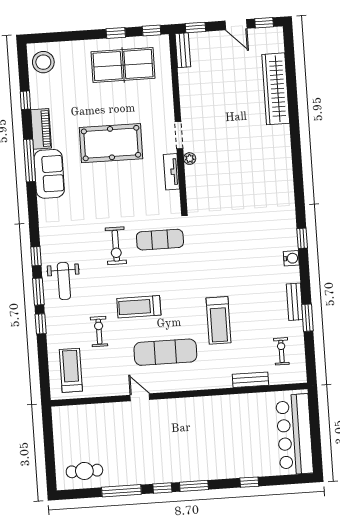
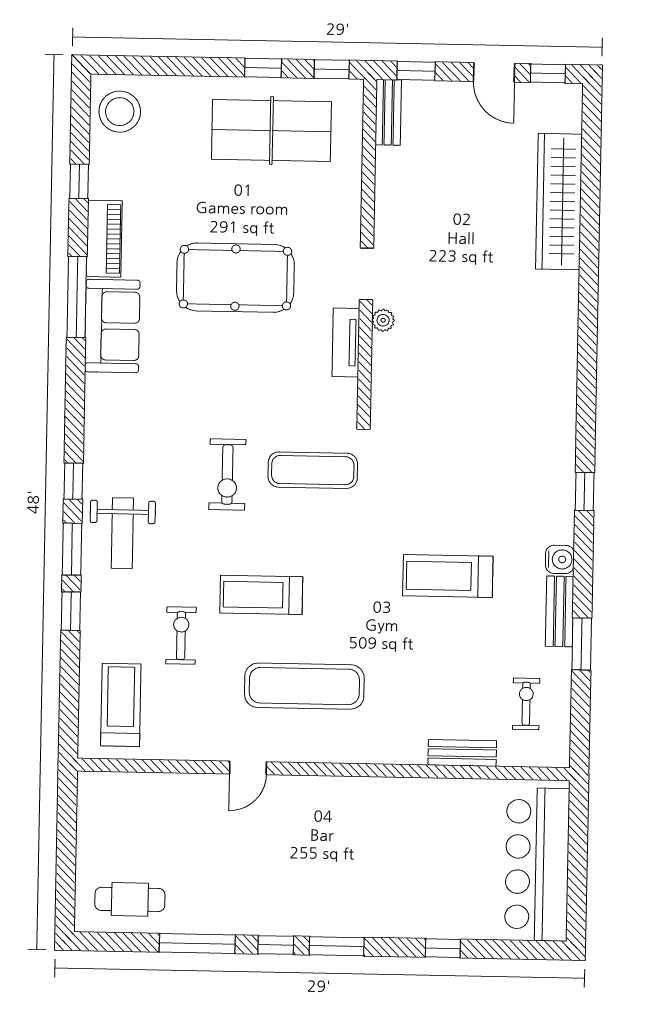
water cooler: (291, 258) -> (560, 559), moved
treadmill: (219, 320) -> (448, 576), moved, turned 90
door: (140, 397) -> (248, 768), swing flipped

